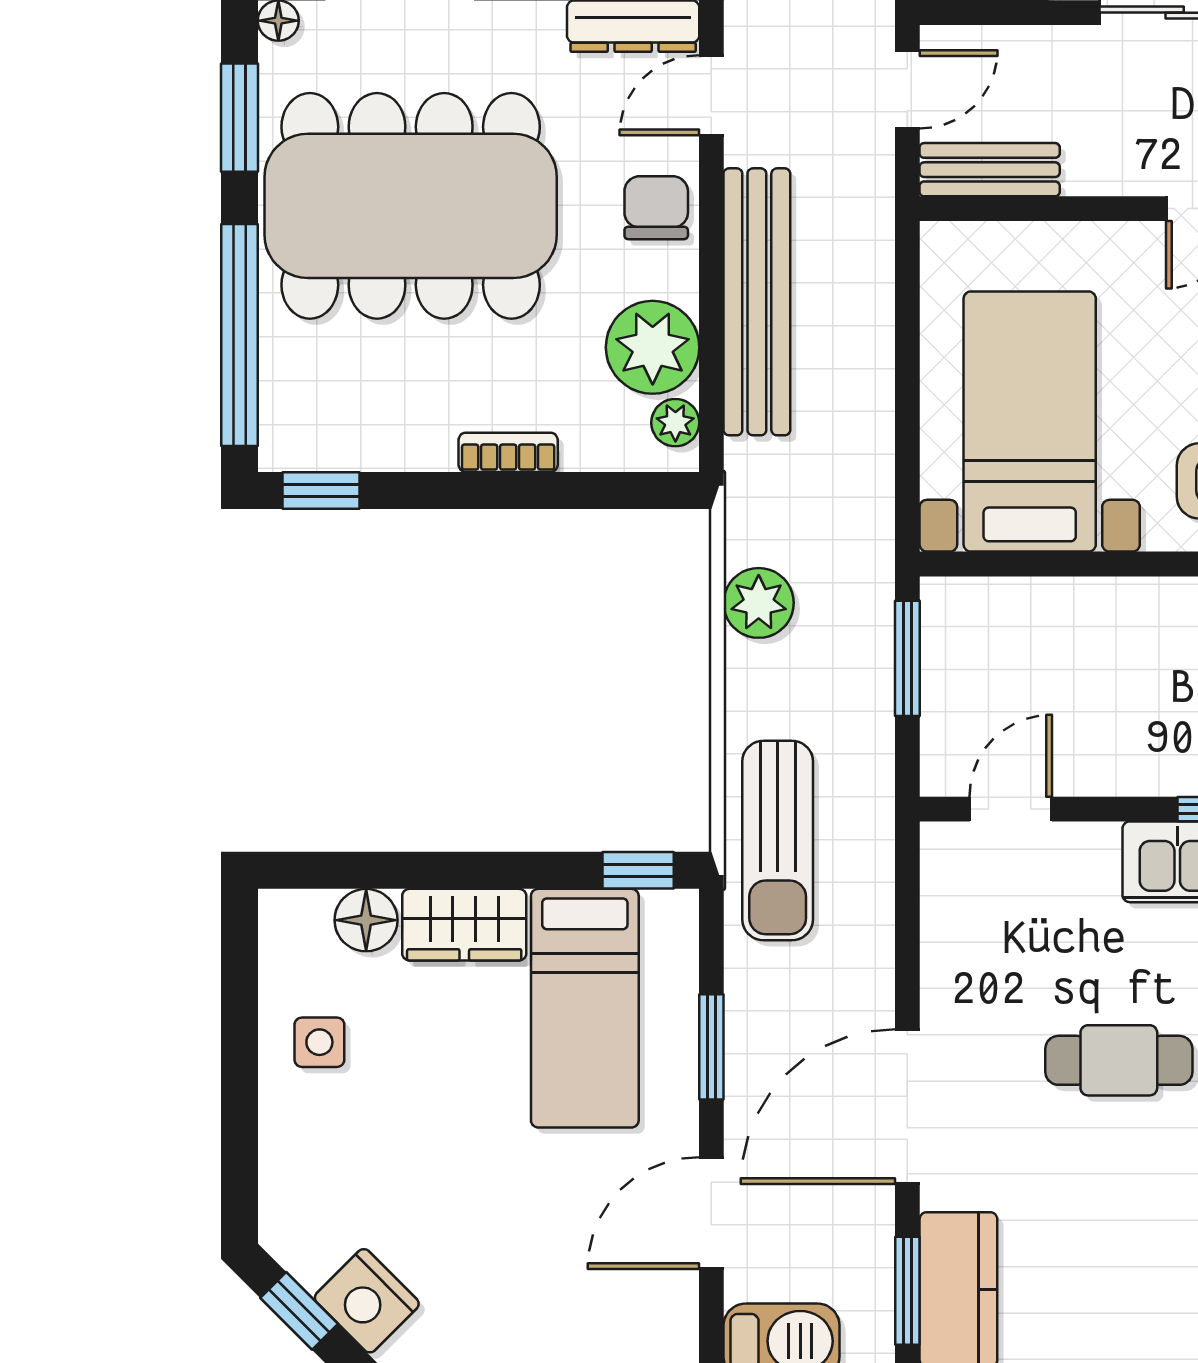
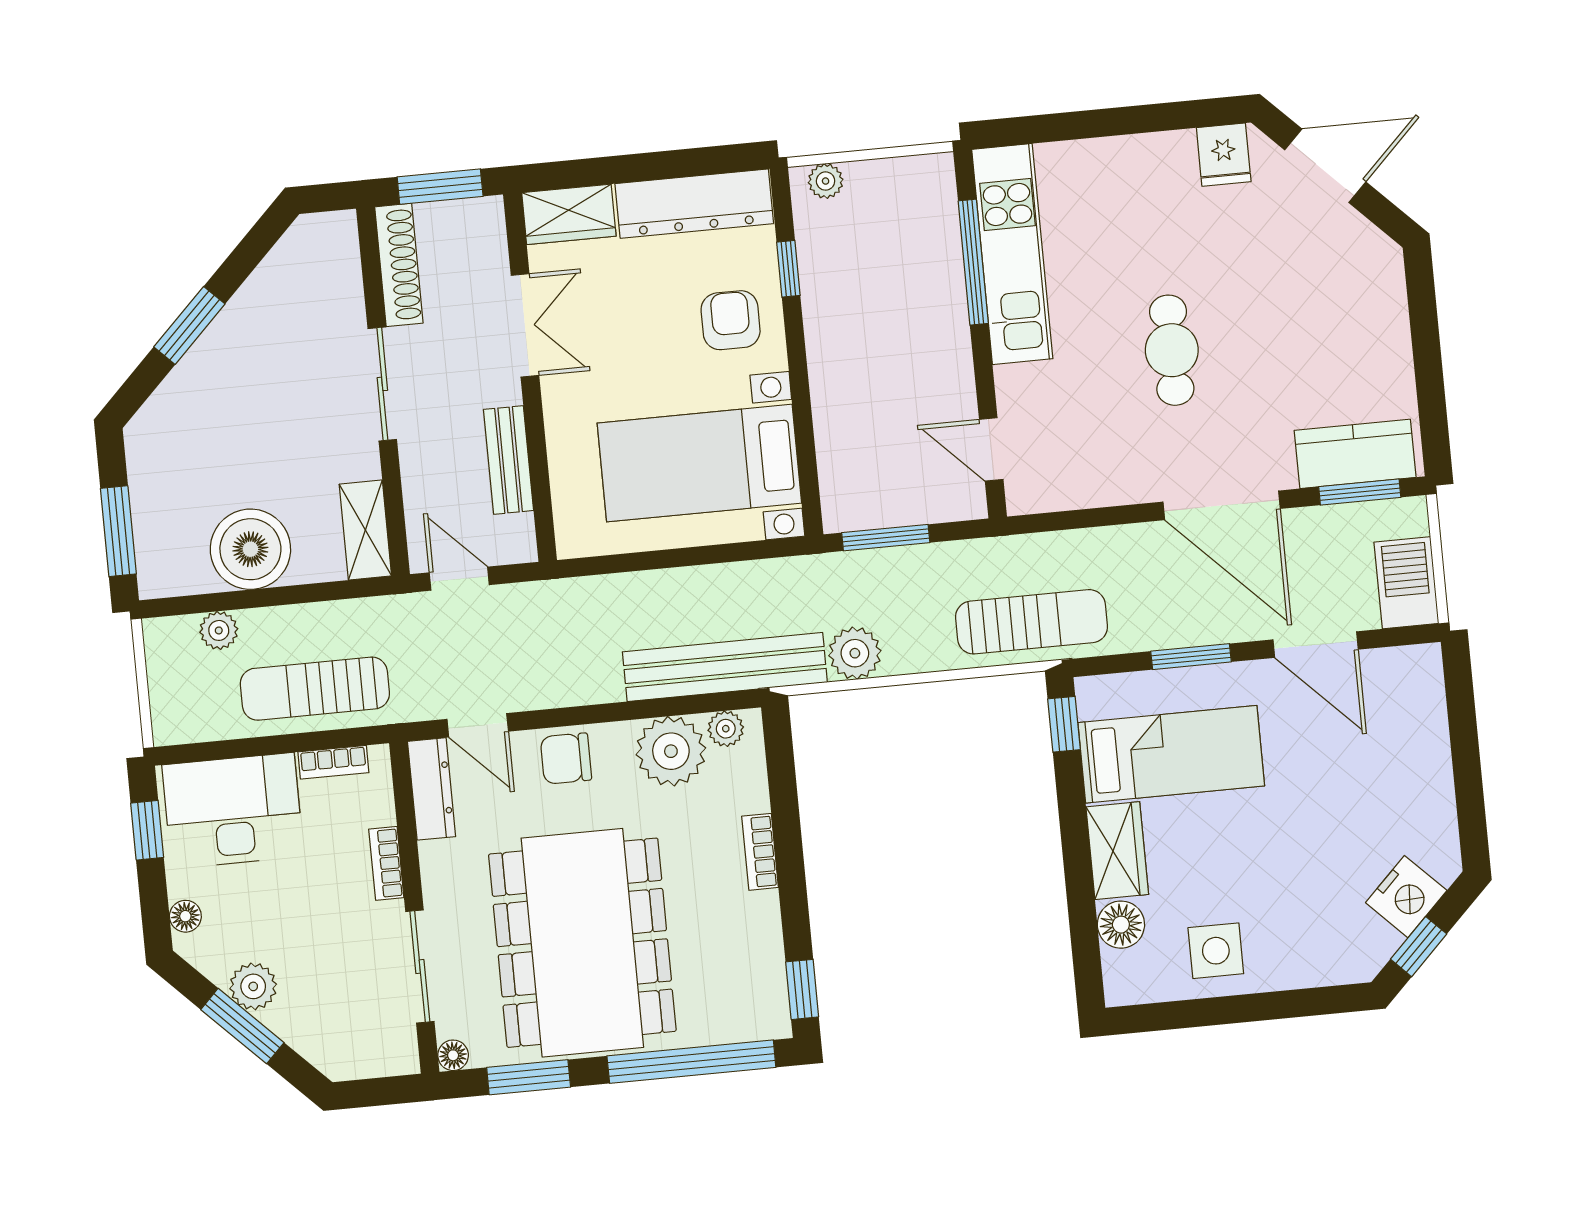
bench: (990, 170) -> (509, 460), moved
bench: (757, 302) -> (725, 667), moved
side table: (319, 1042) -> (1216, 951), width x1.37, depth x1.37

